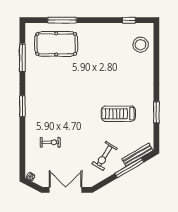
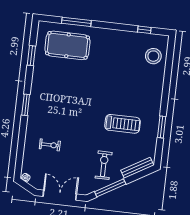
window: (22, 58) -> (31, 56), width x0.69
treadmill: (118, 114) -> (123, 124), turned 180
exercise bike: (105, 156) -> (104, 165), turned 148
window: (129, 168) -> (110, 188), moved

